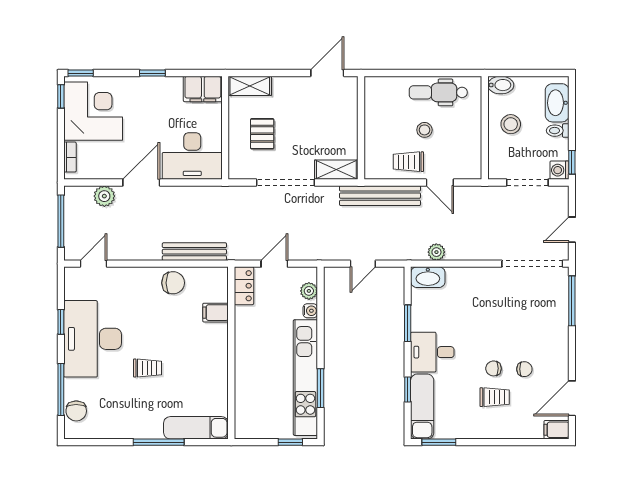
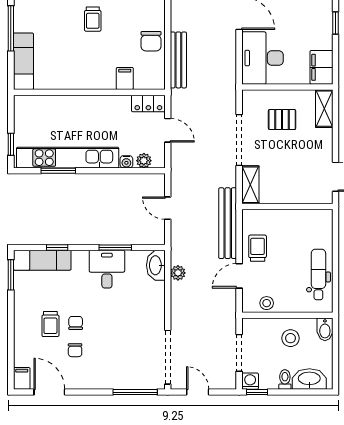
stool: (424, 130) -> (267, 303), moved
desk: (432, 352) -> (107, 269), moved
trolley: (148, 368) -> (93, 19), moved

